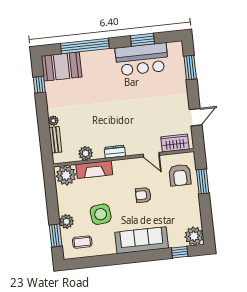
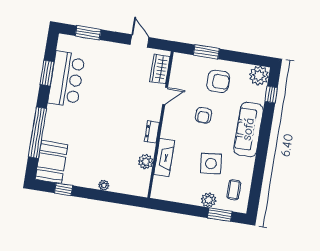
bench: (55, 140) -> (123, 188), removed
plant: (66, 175) -> (162, 188), removed
armchair: (180, 175) -> (218, 81), moved

